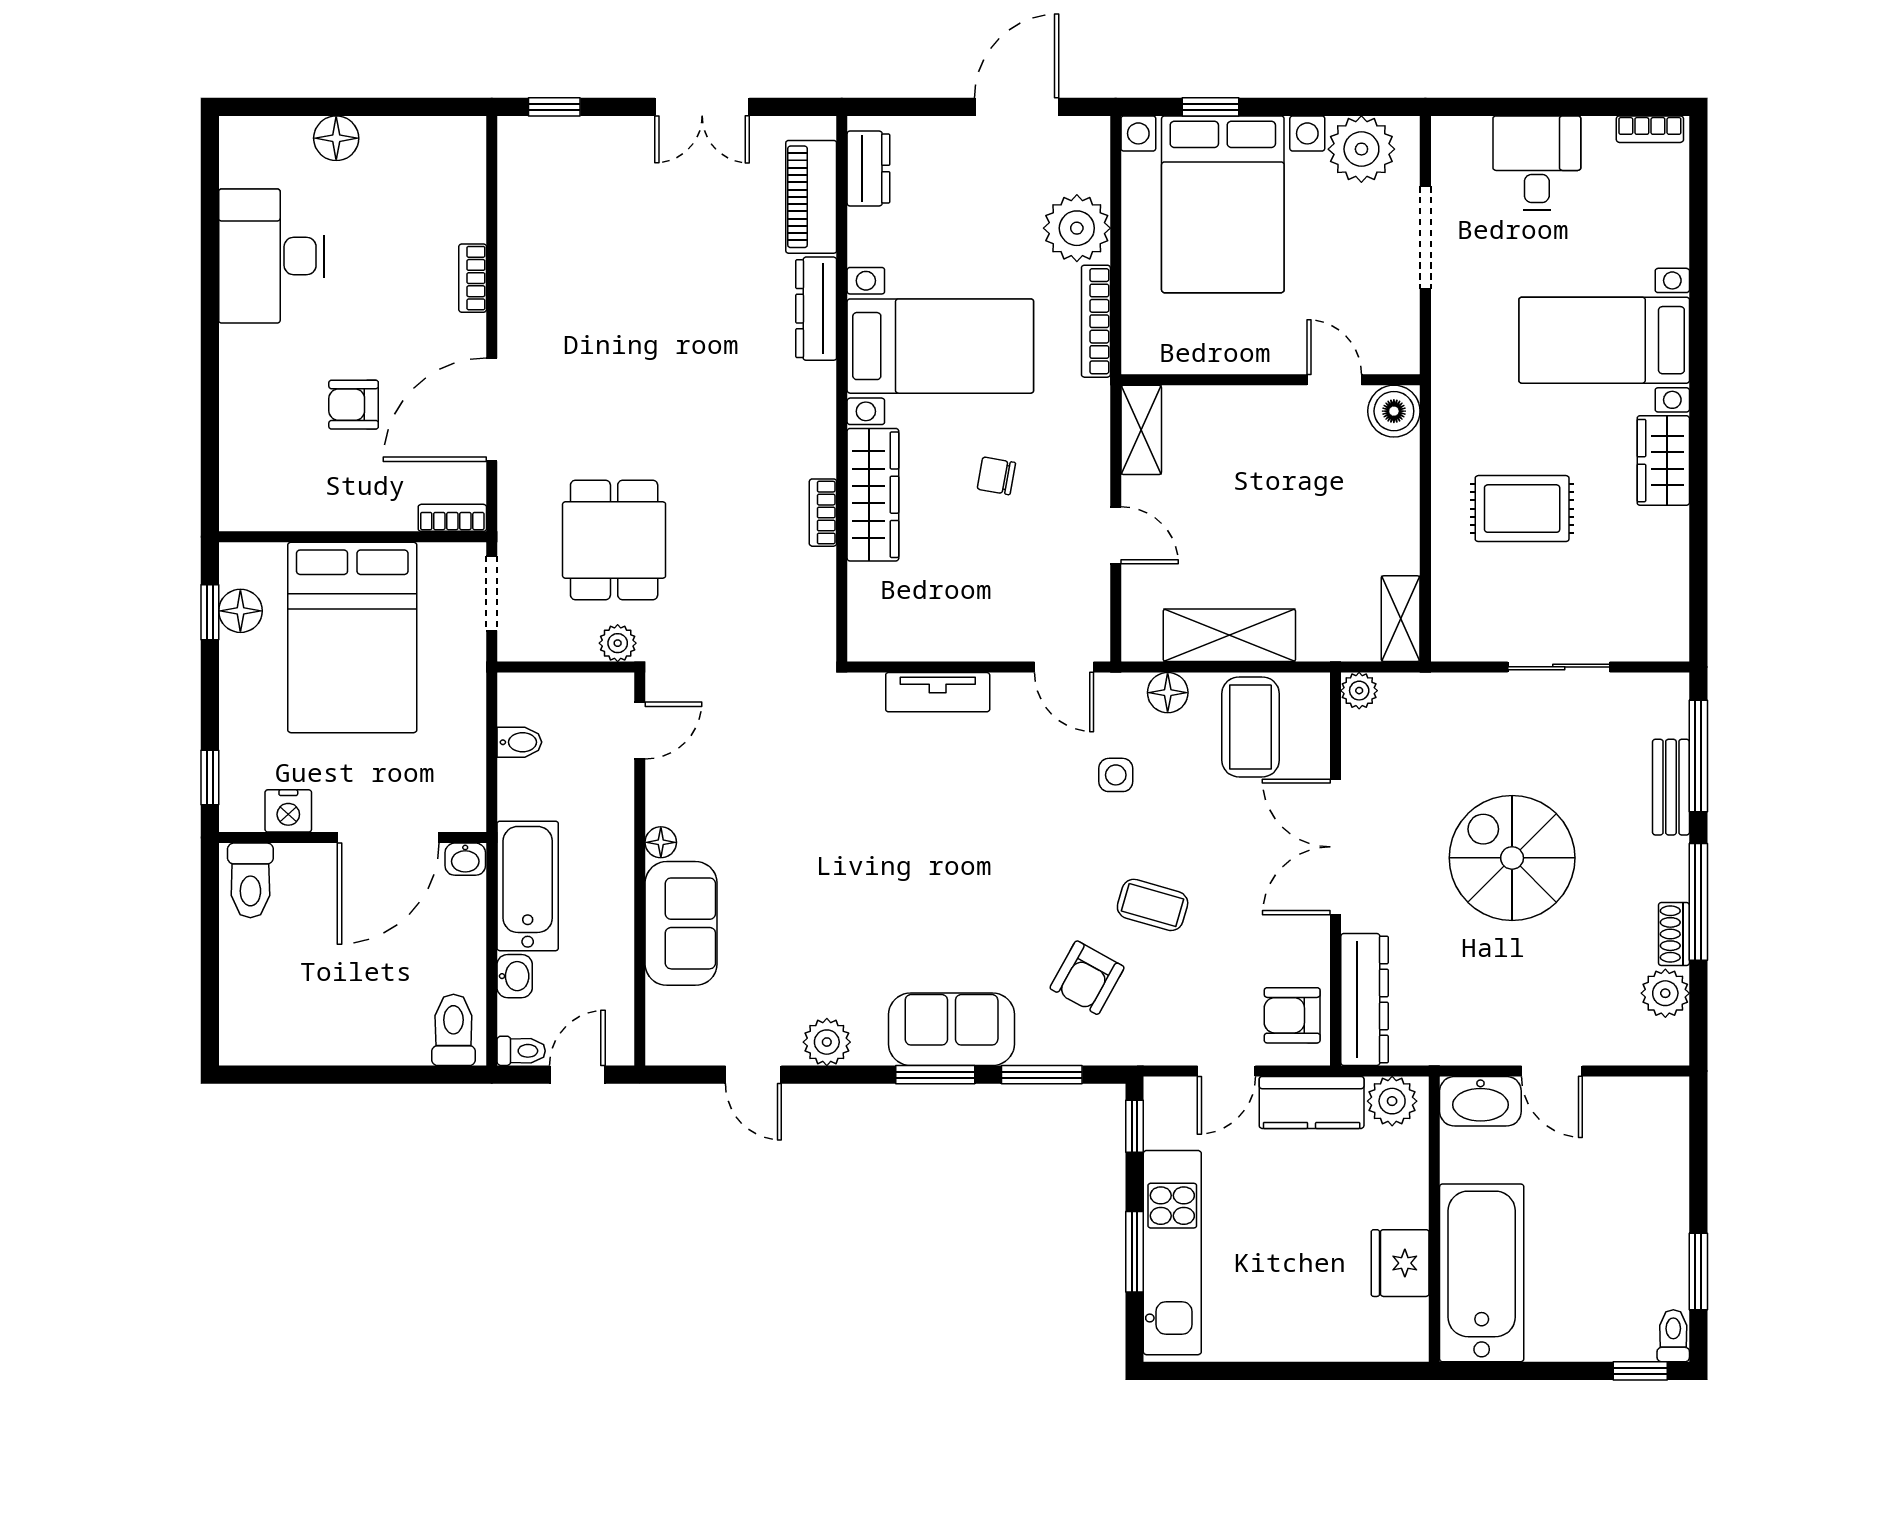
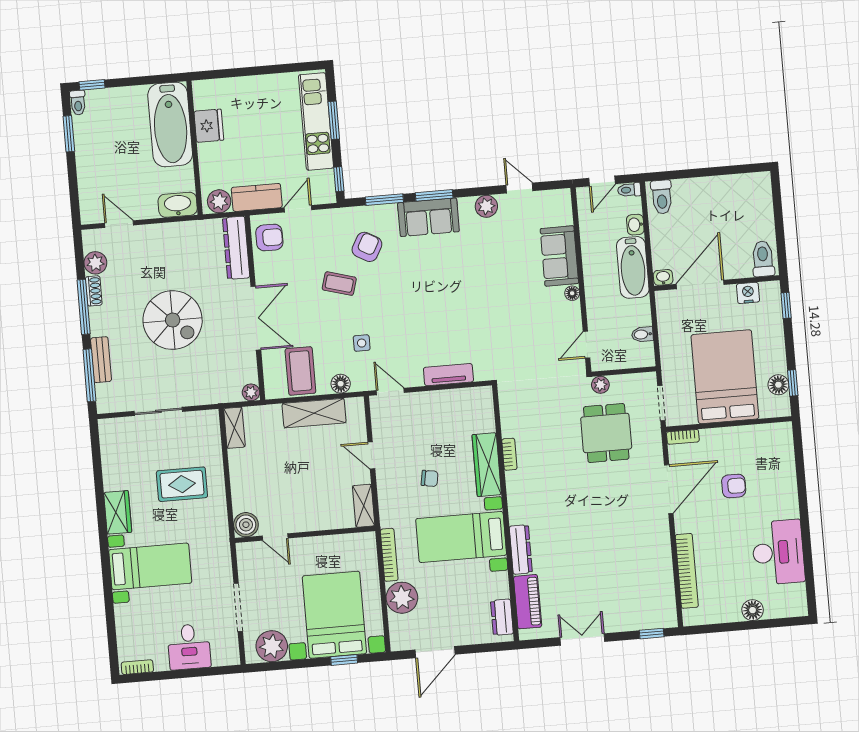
bookcase: (473, 278) -> (687, 571), width x2.31, depth x1.31
door: (1552, 1071) -> (119, 224), moved

